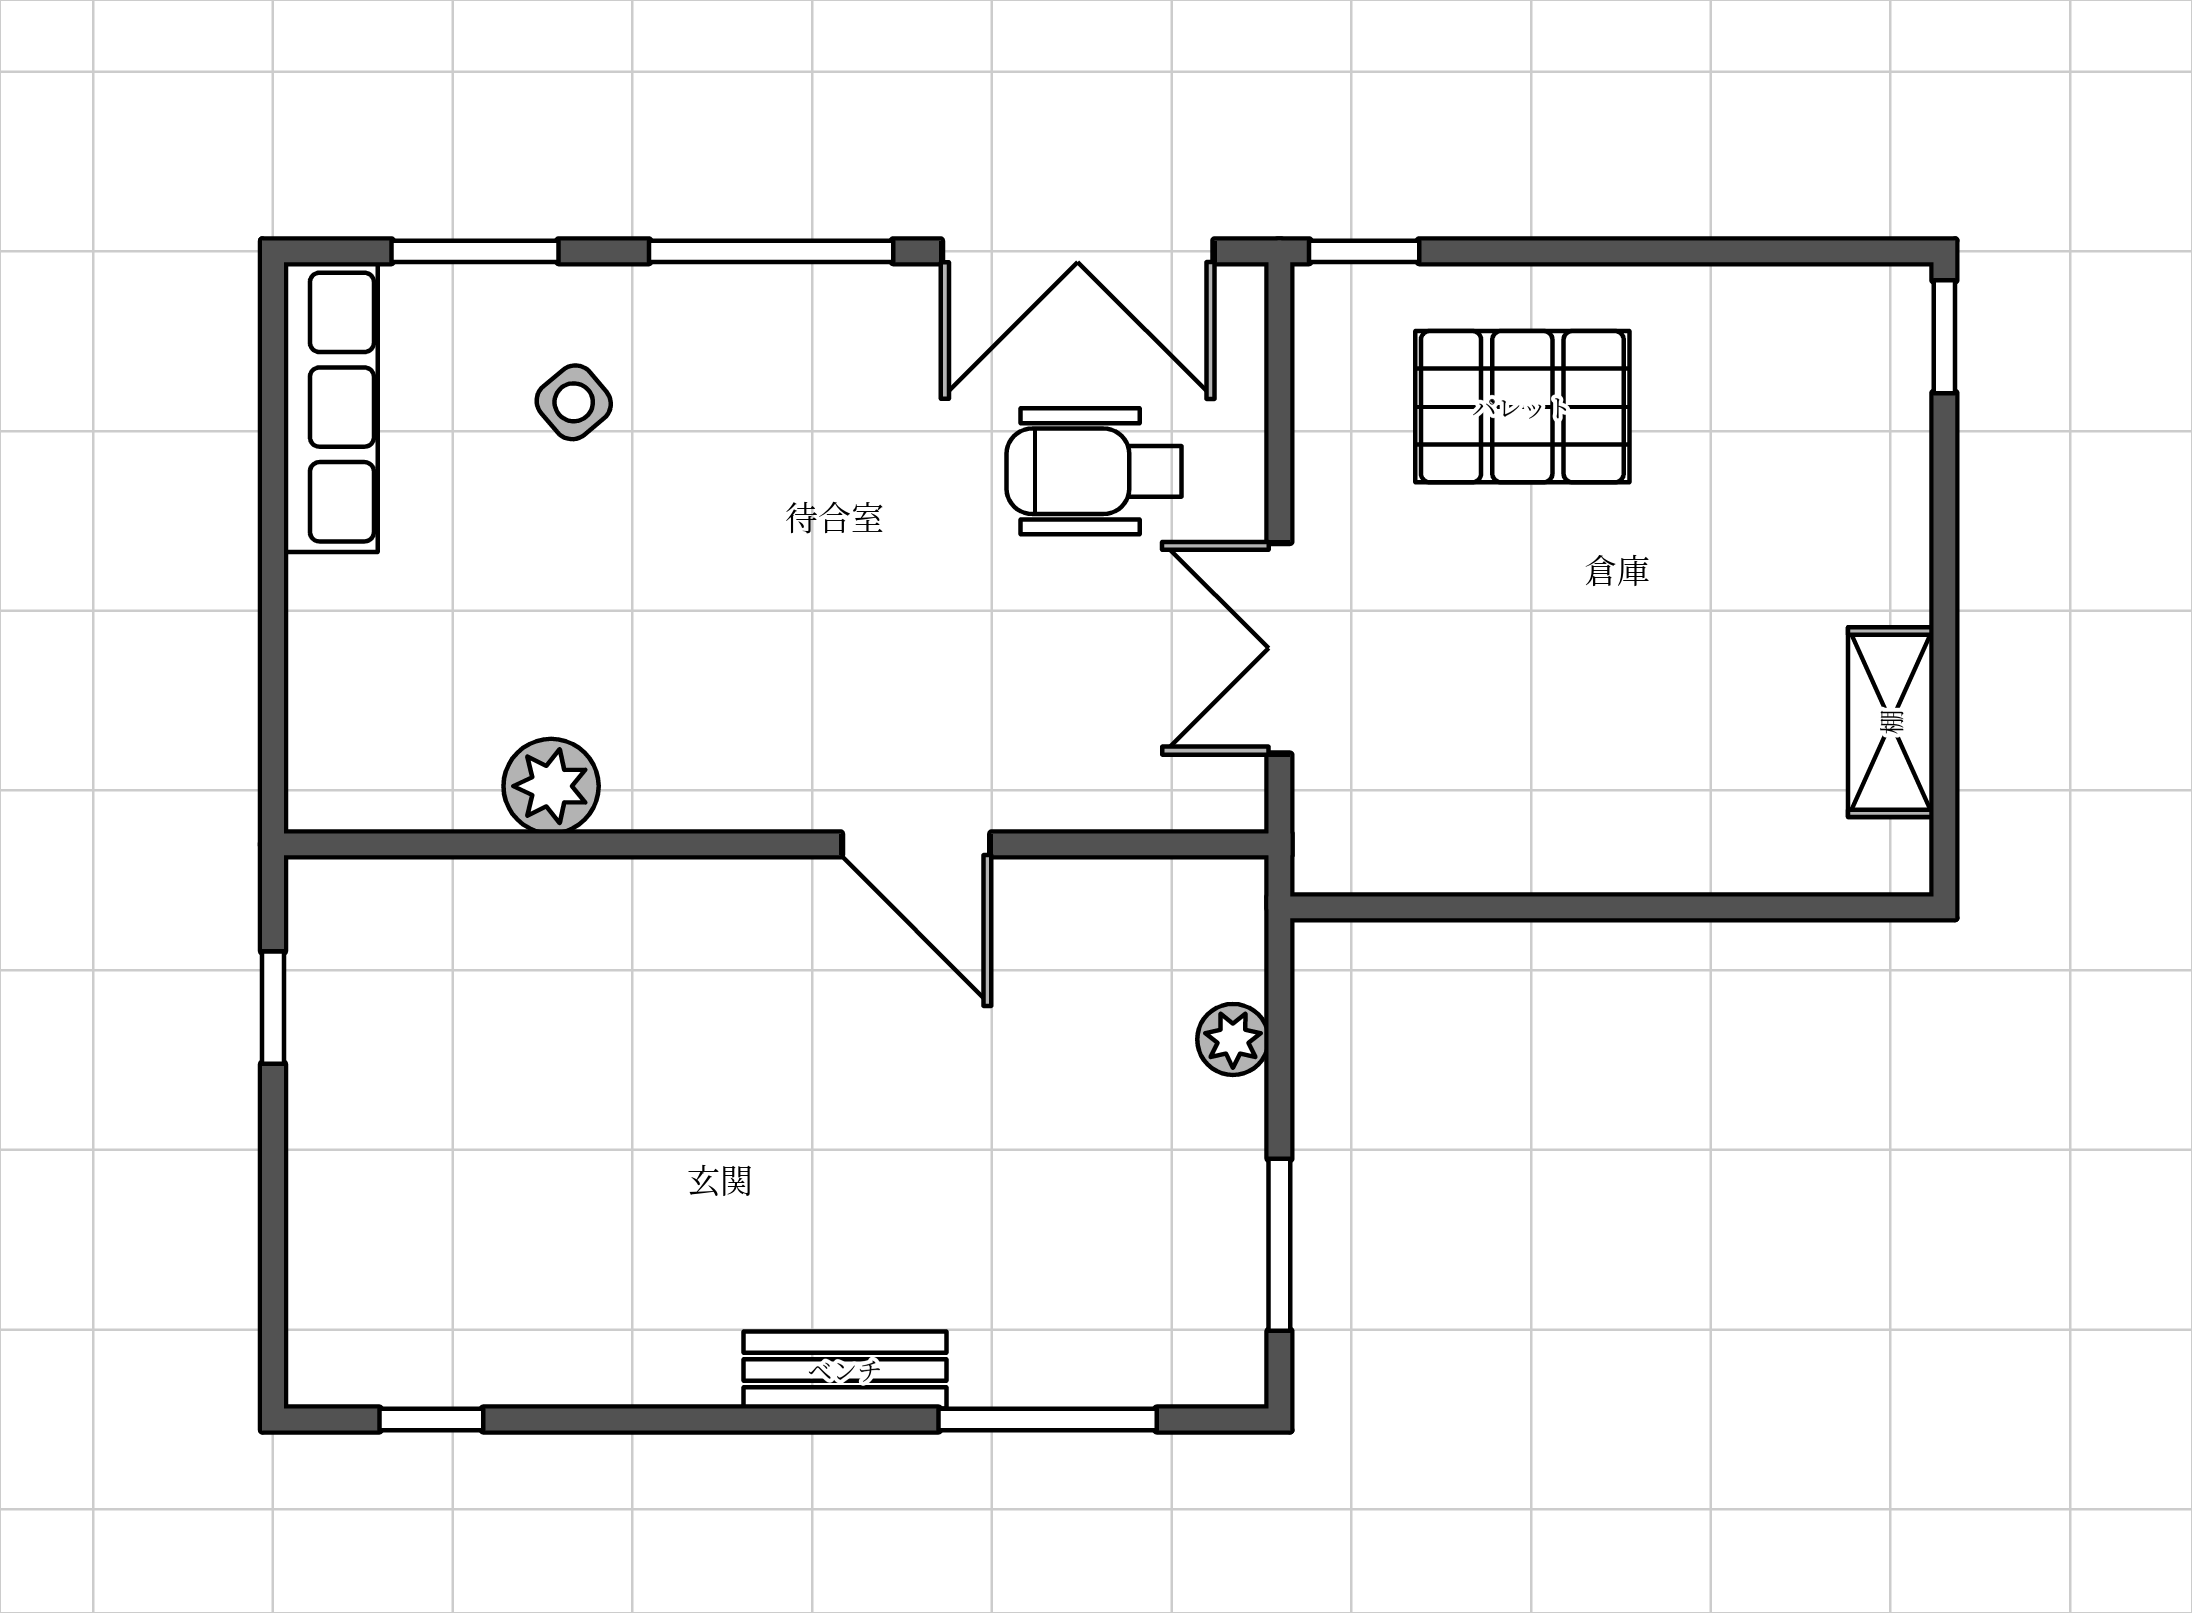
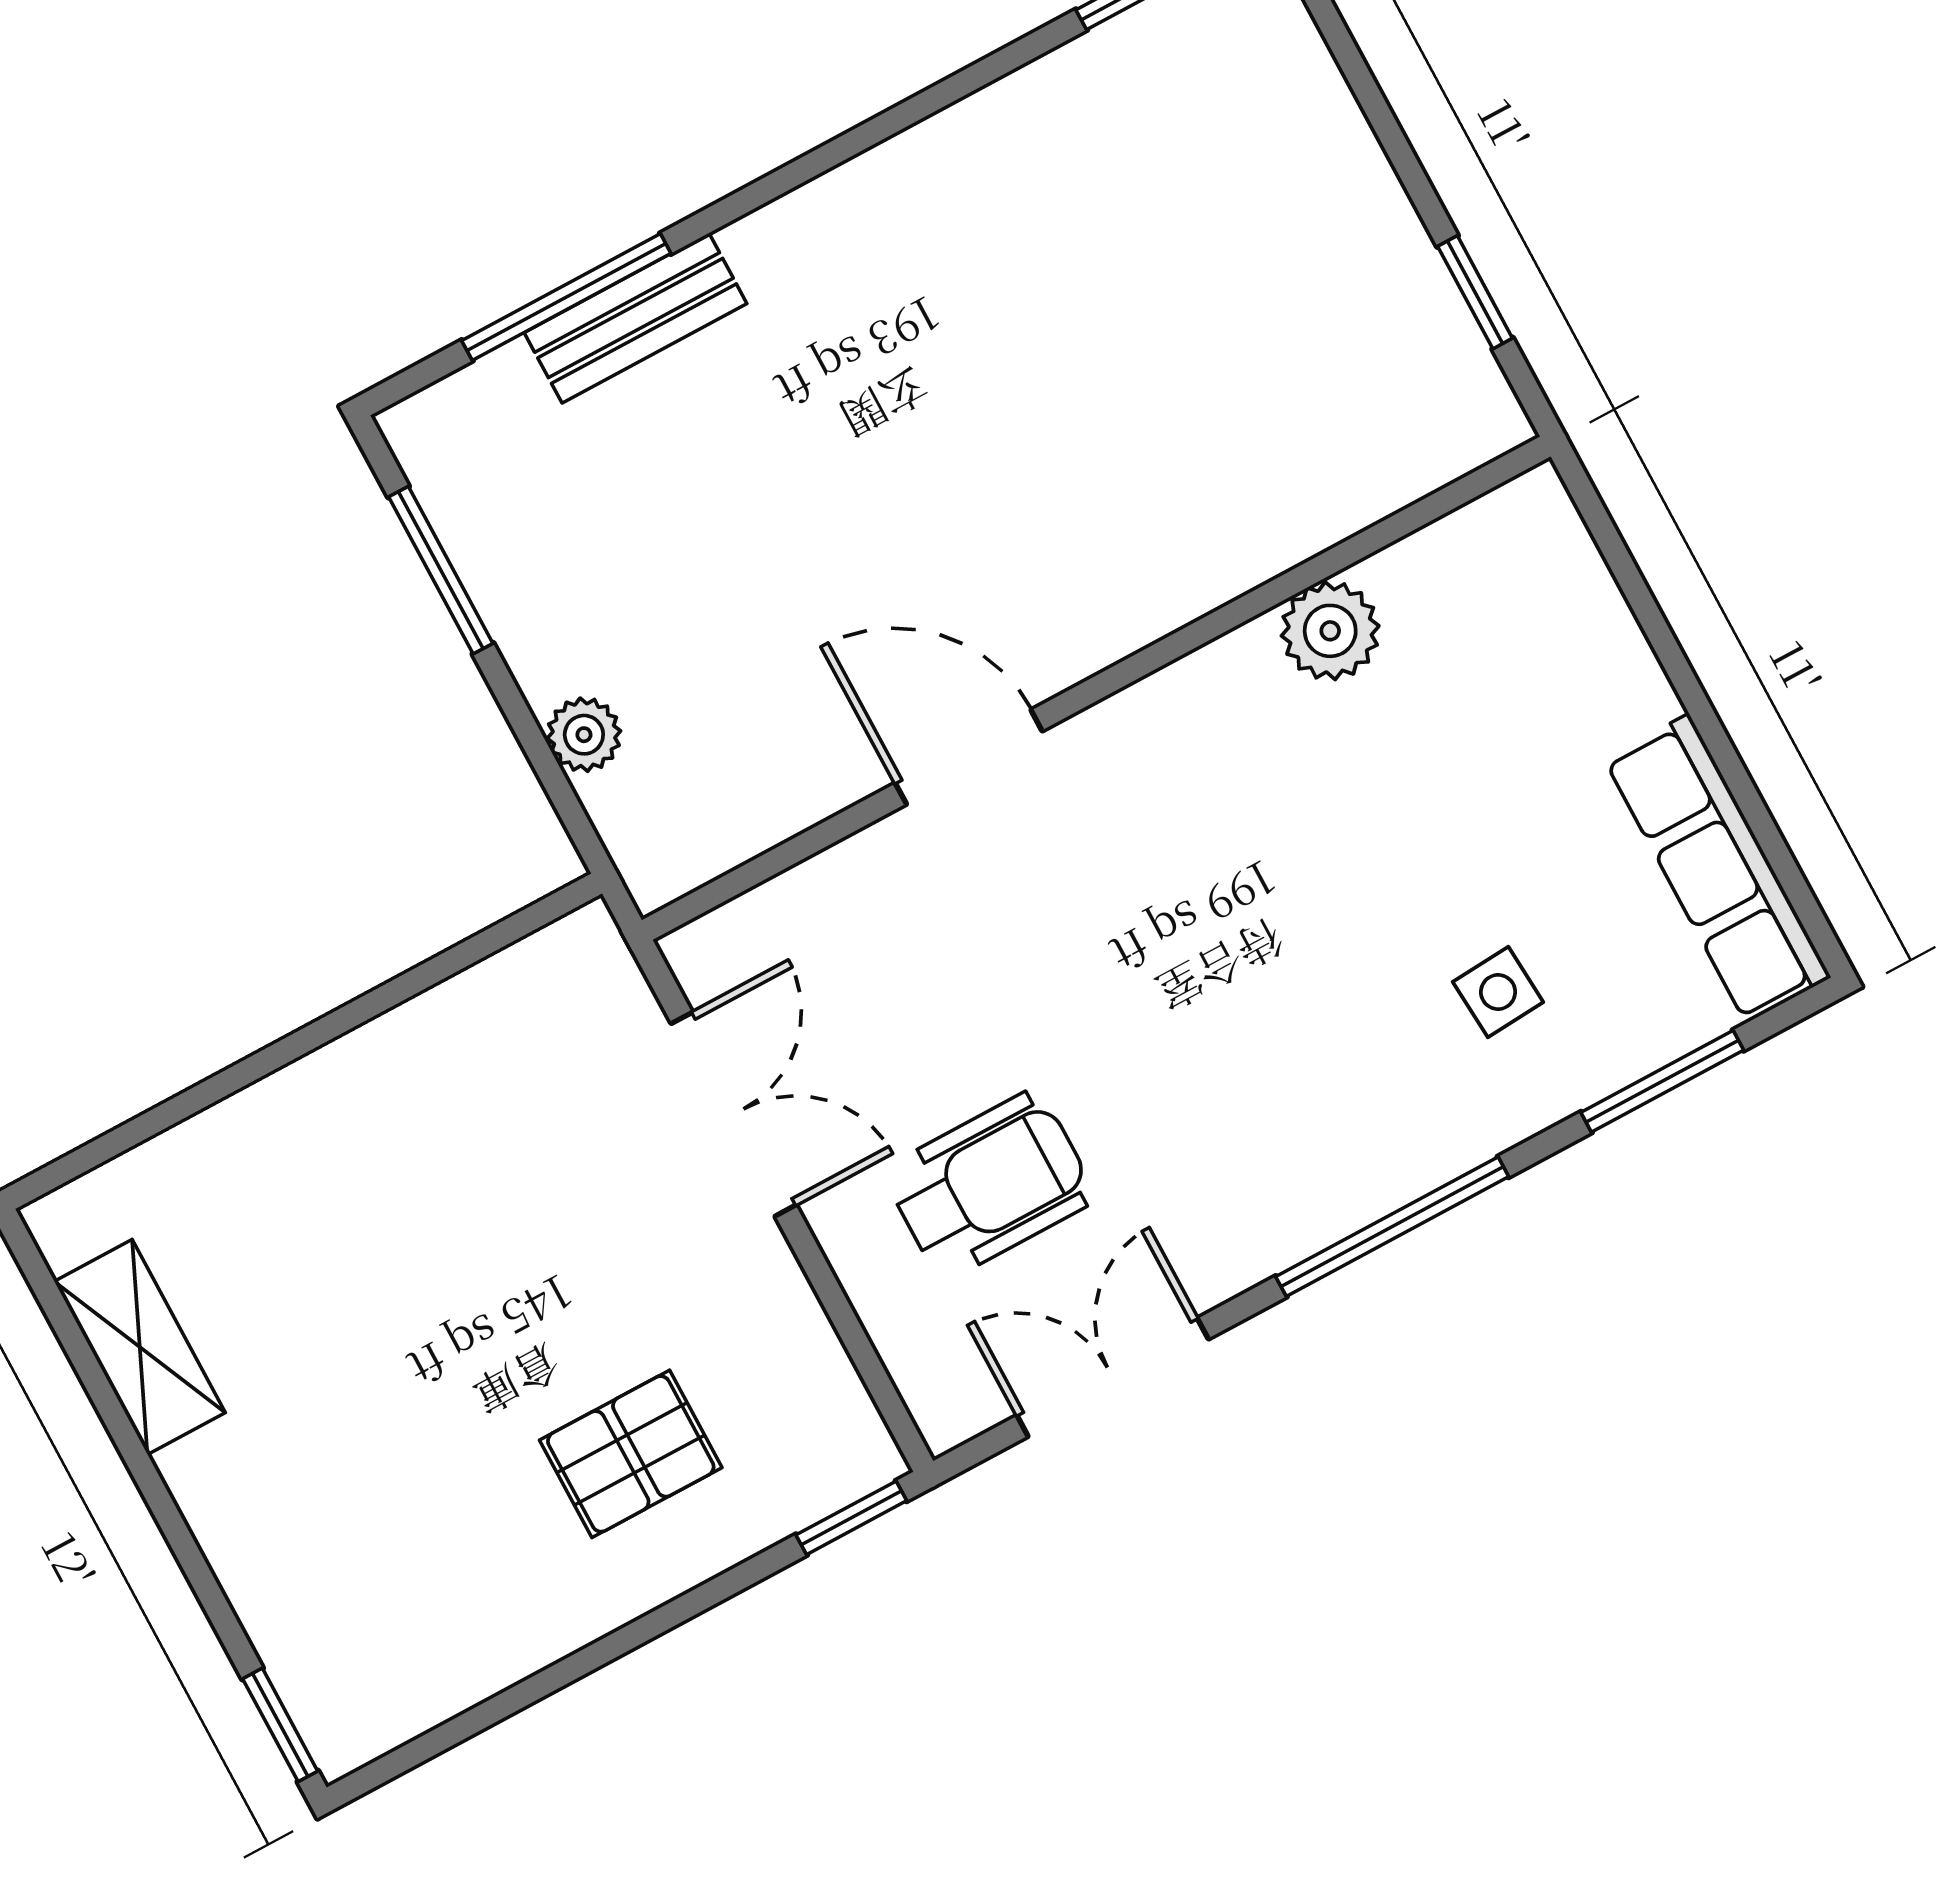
double door: (1078, 251) -> (1113, 1377), width x0.73
side table: (574, 402) -> (1498, 992), turned 36
pallet: (1522, 407) -> (631, 1454), width x0.67, depth x0.71
bench: (845, 1370) -> (636, 318), moved

